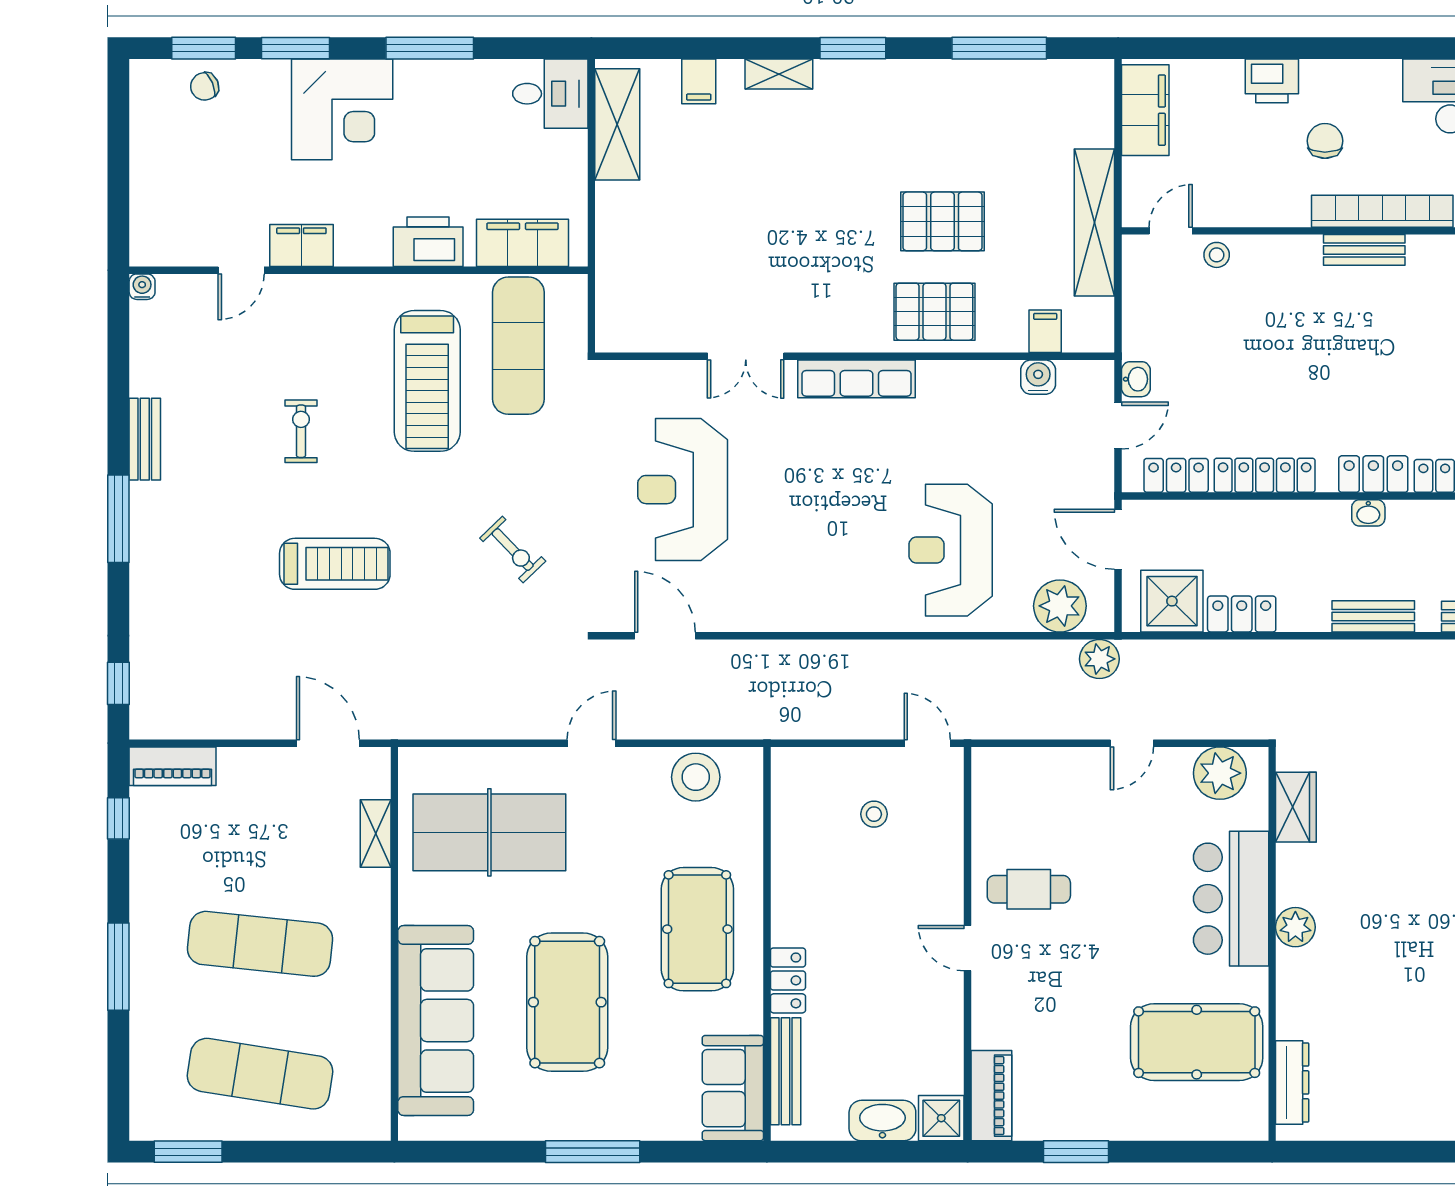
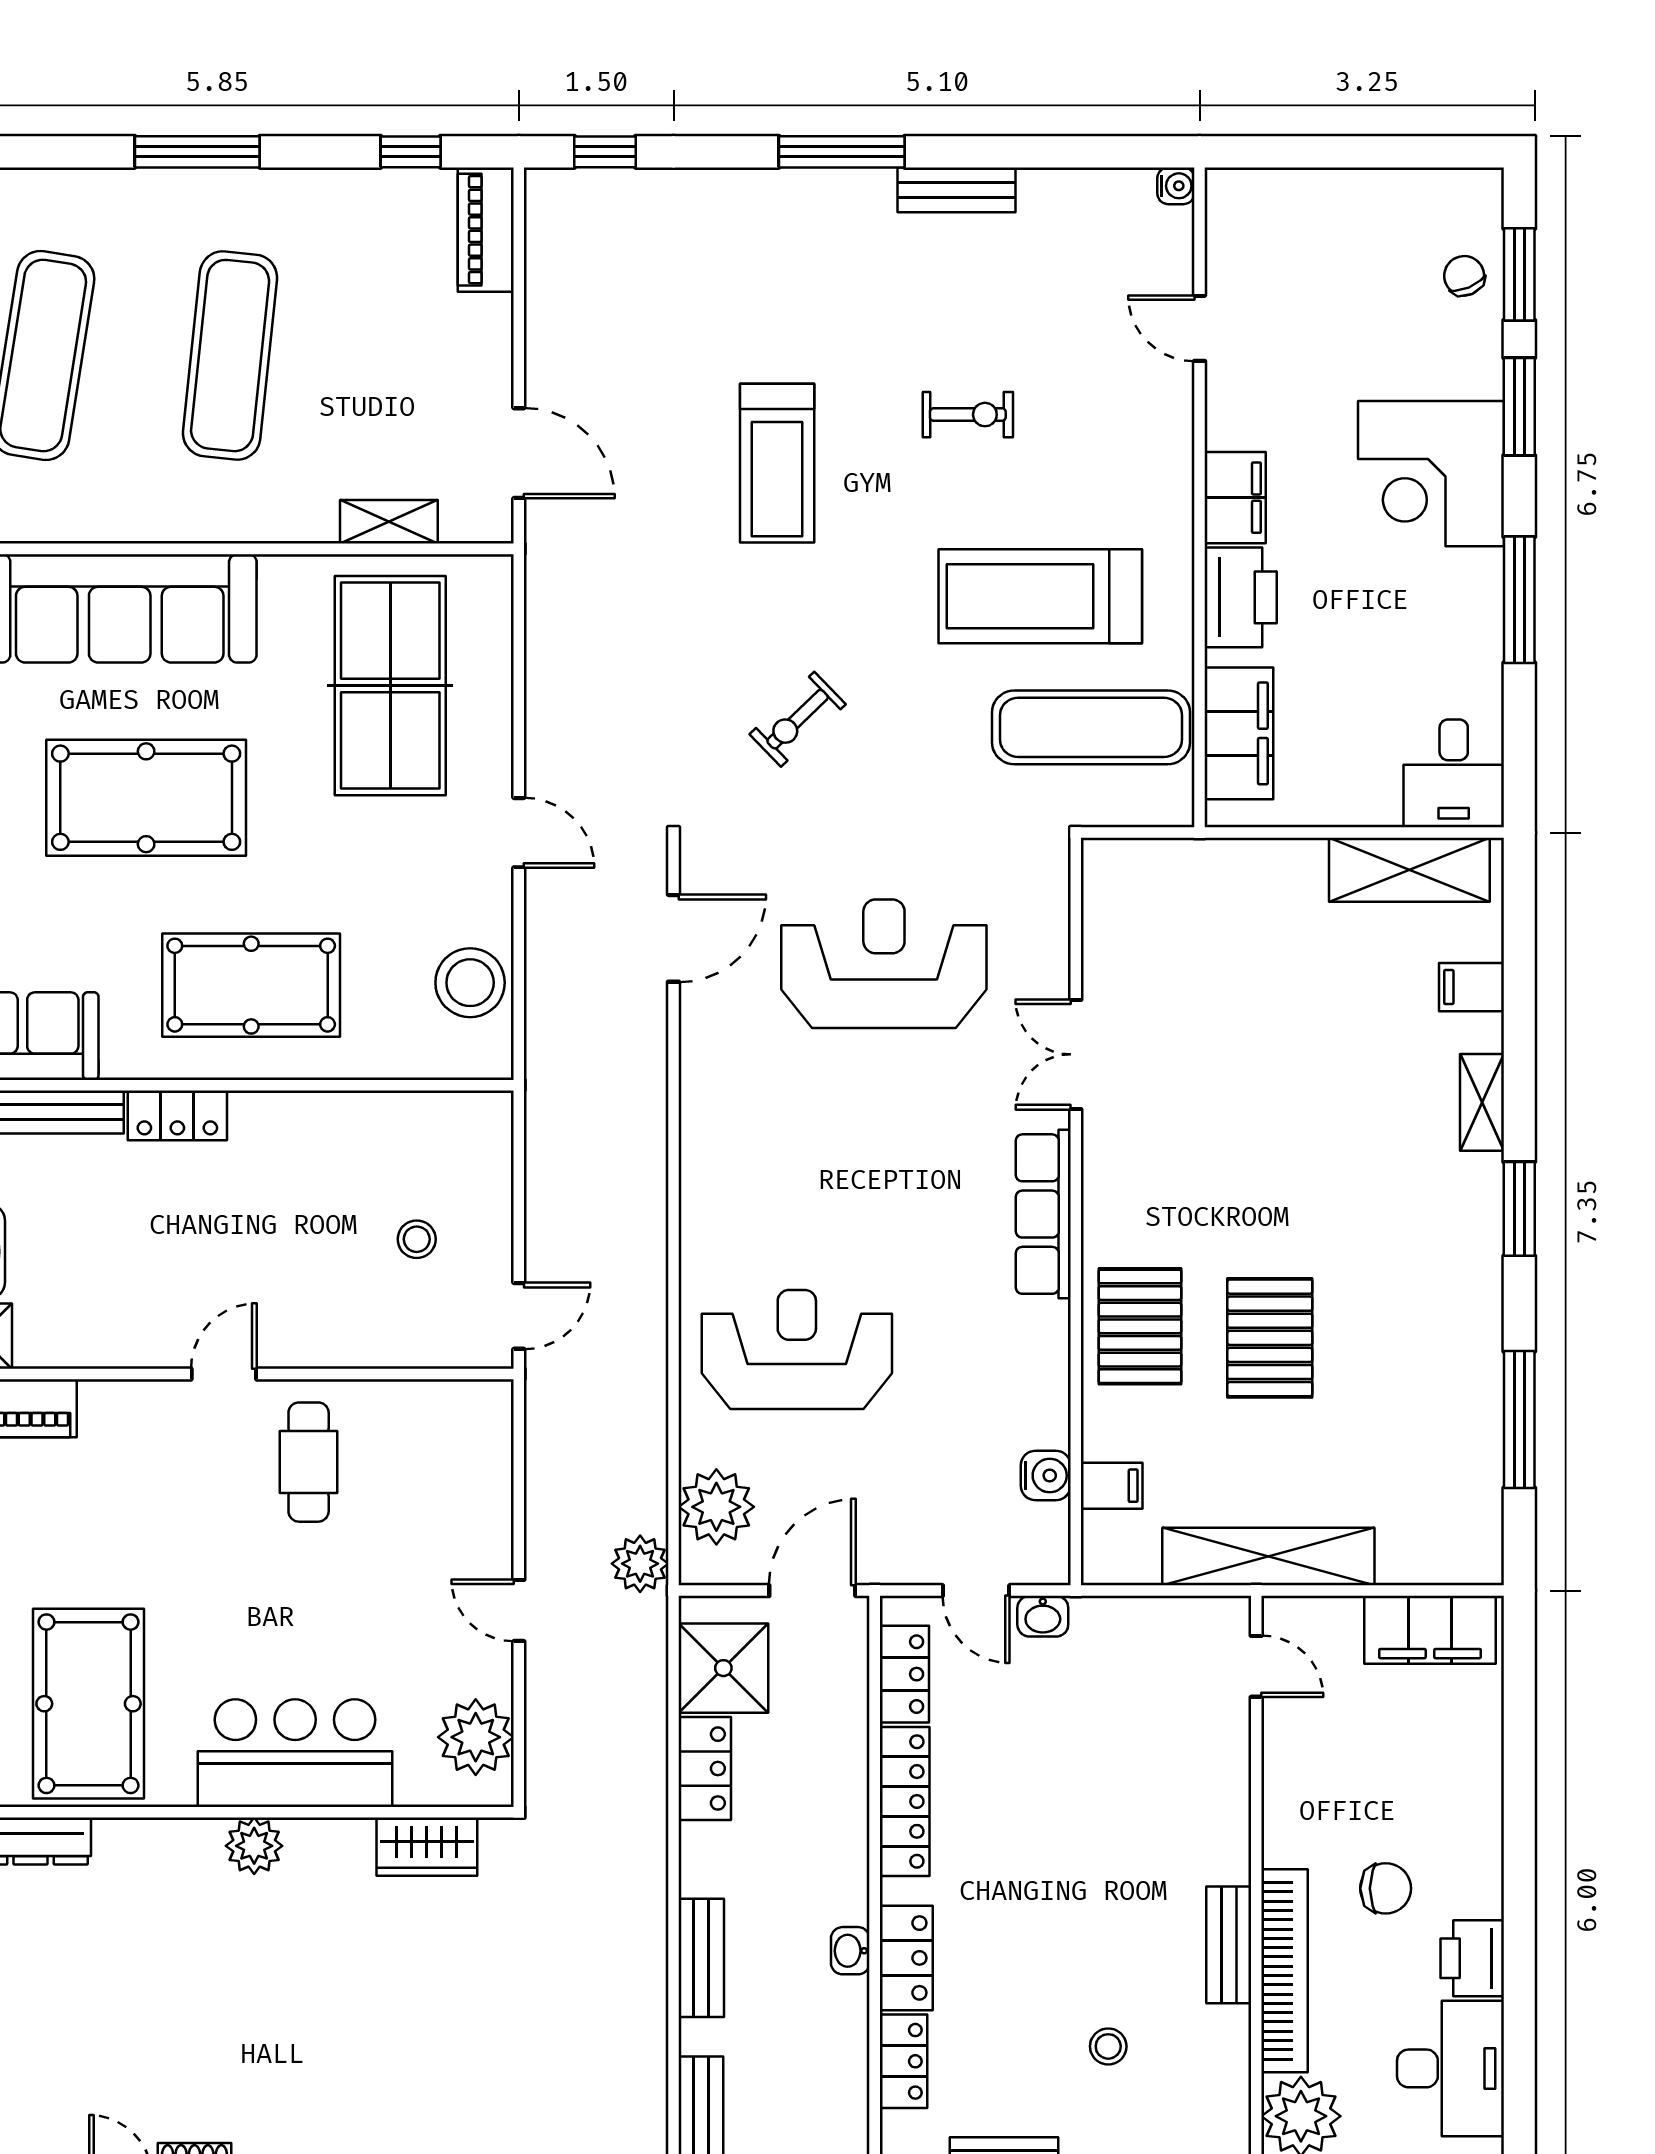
printer: (1272, 81) -> (1472, 1958), moved
filing cabinet: (301, 246) -> (1235, 498), moved
stool: (1217, 255) -> (1108, 2046), moved
door: (328, 743) -> (519, 453), hinge flipped

